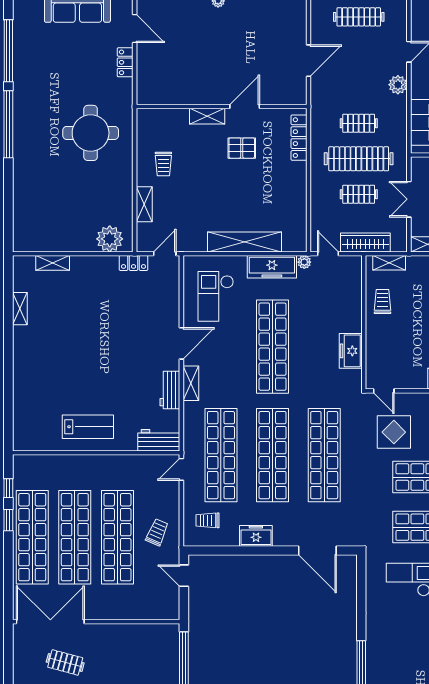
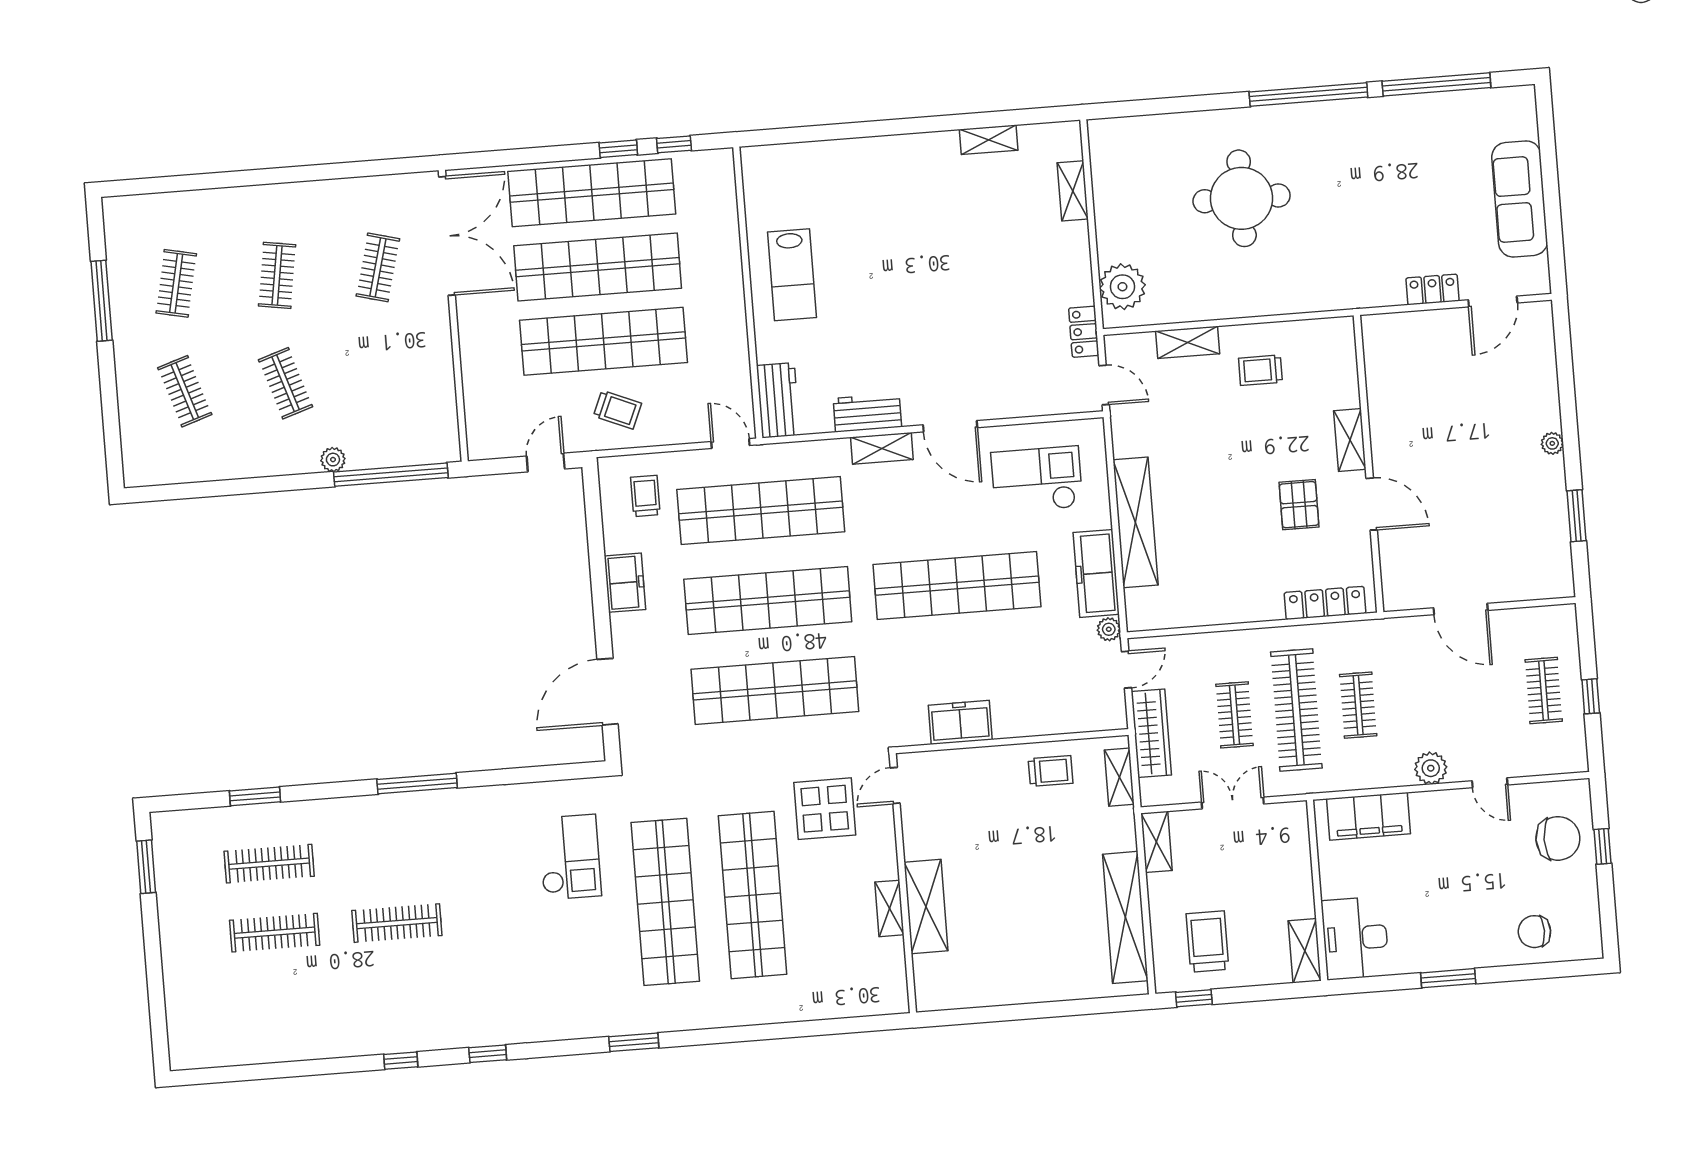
clothes rail: (359, 17) -> (1544, 691), width x0.73
round table: (91, 133) -> (1242, 198), moved

